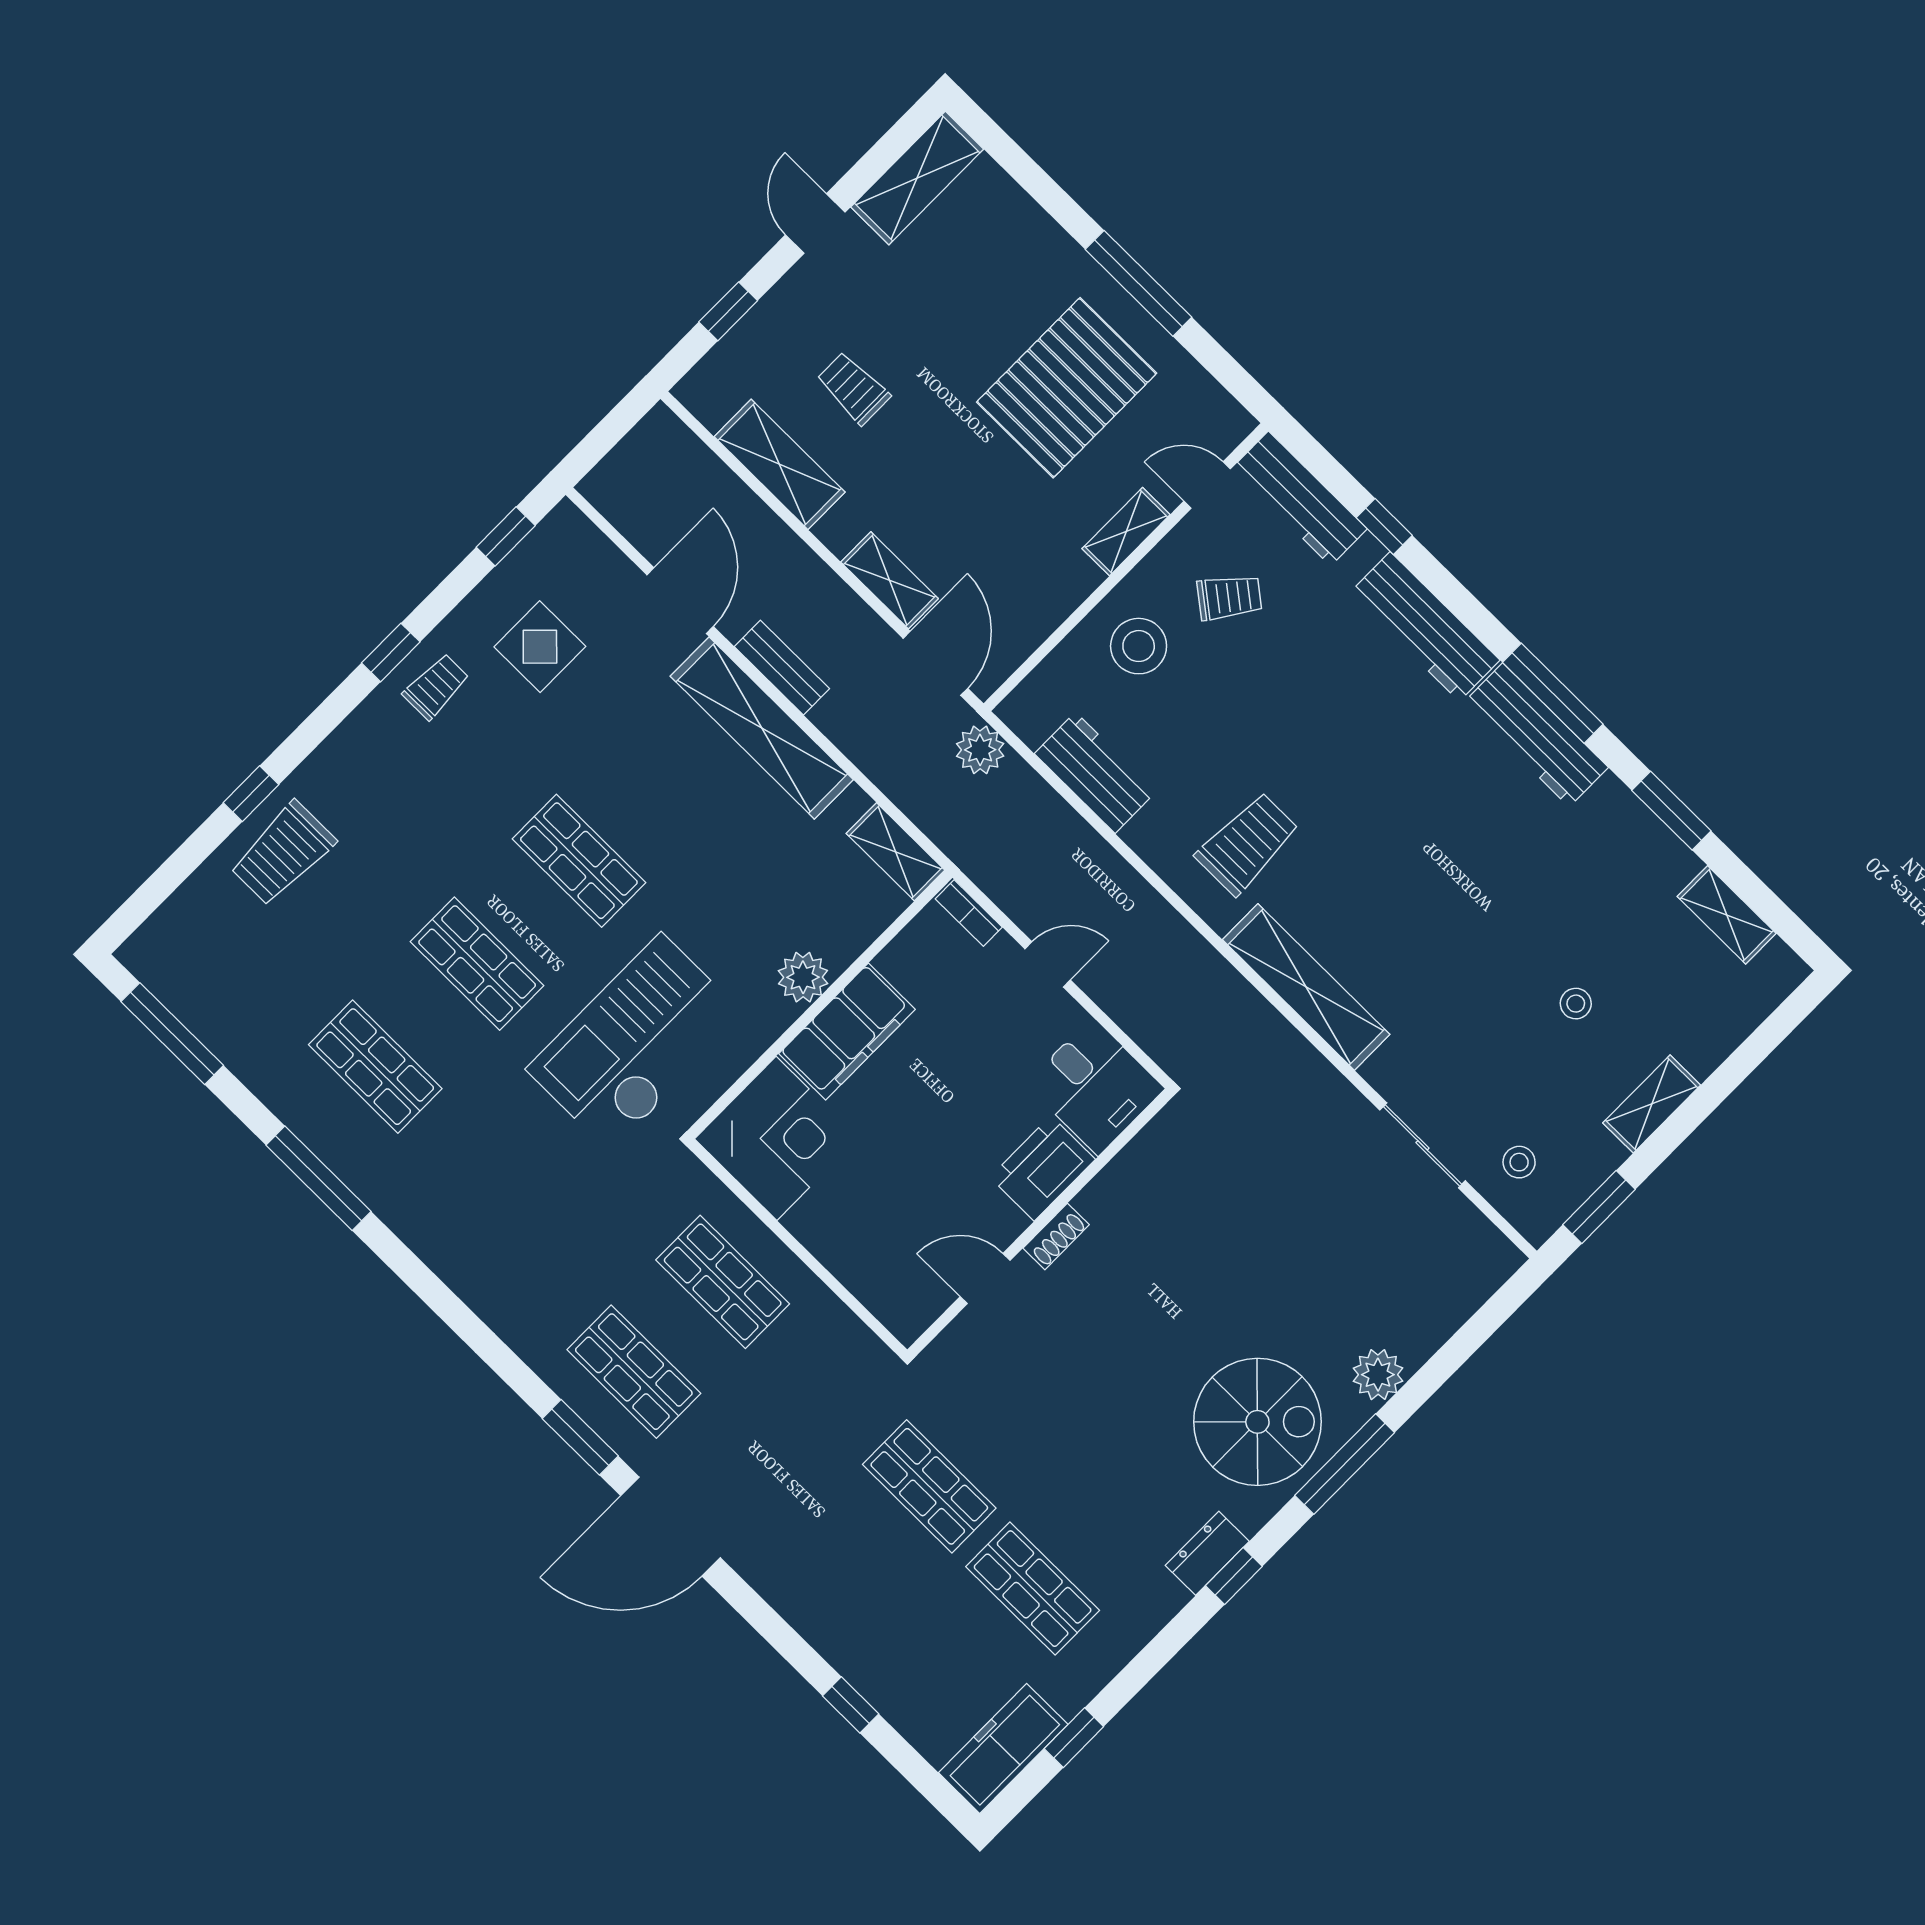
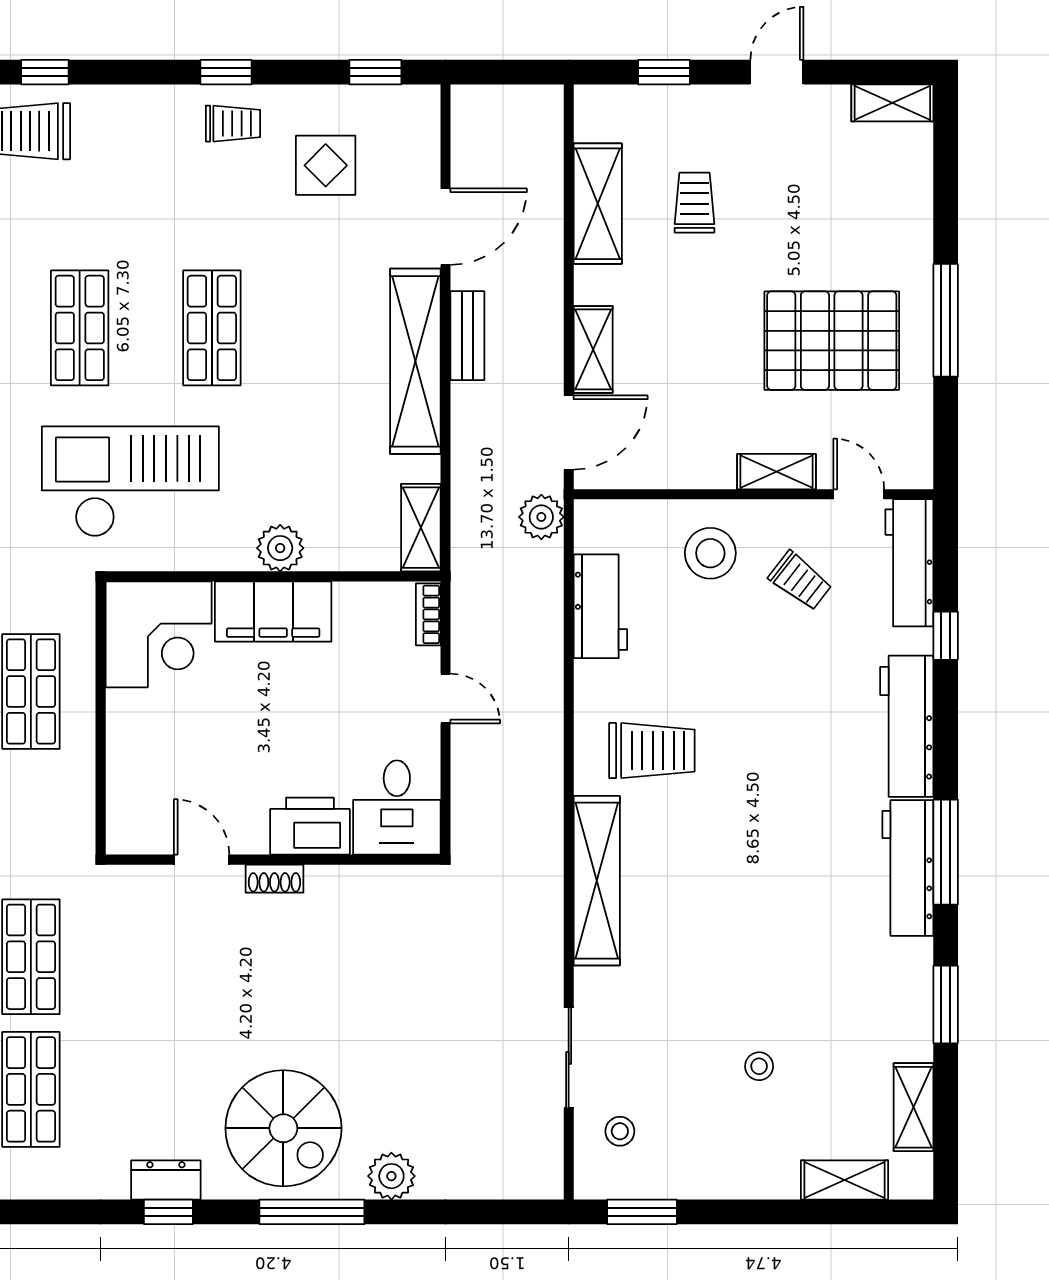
shelving: (917, 178) -> (892, 103), width x0.67, depth x0.75
shelving: (1652, 1104) -> (845, 1180), moved

